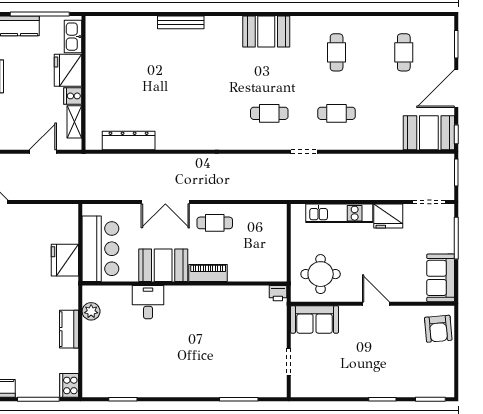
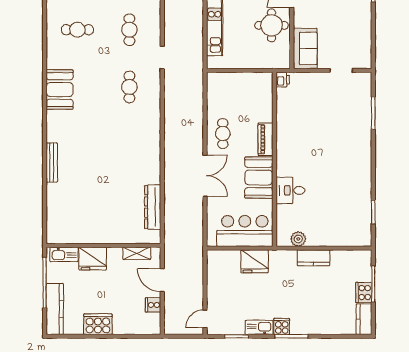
cooker: (73, 96) -> (153, 305), moved, turned 90
round table: (321, 274) -> (272, 25), moved
cooker: (69, 385) -> (364, 293), moved, turned 90

